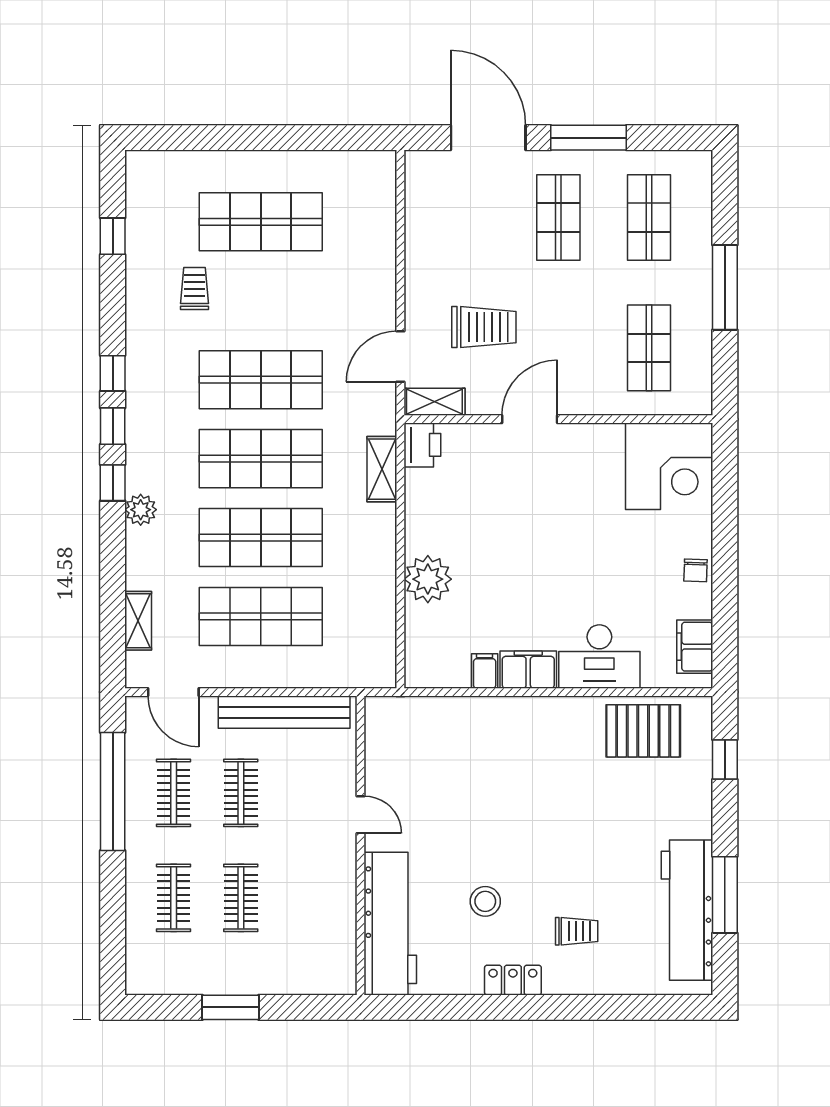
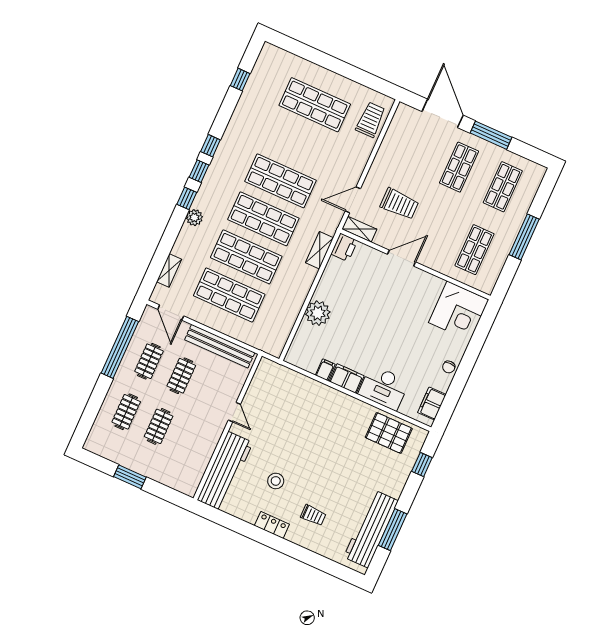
trolley: (195, 288) -> (371, 120), moved, width x1.36, depth x1.39

